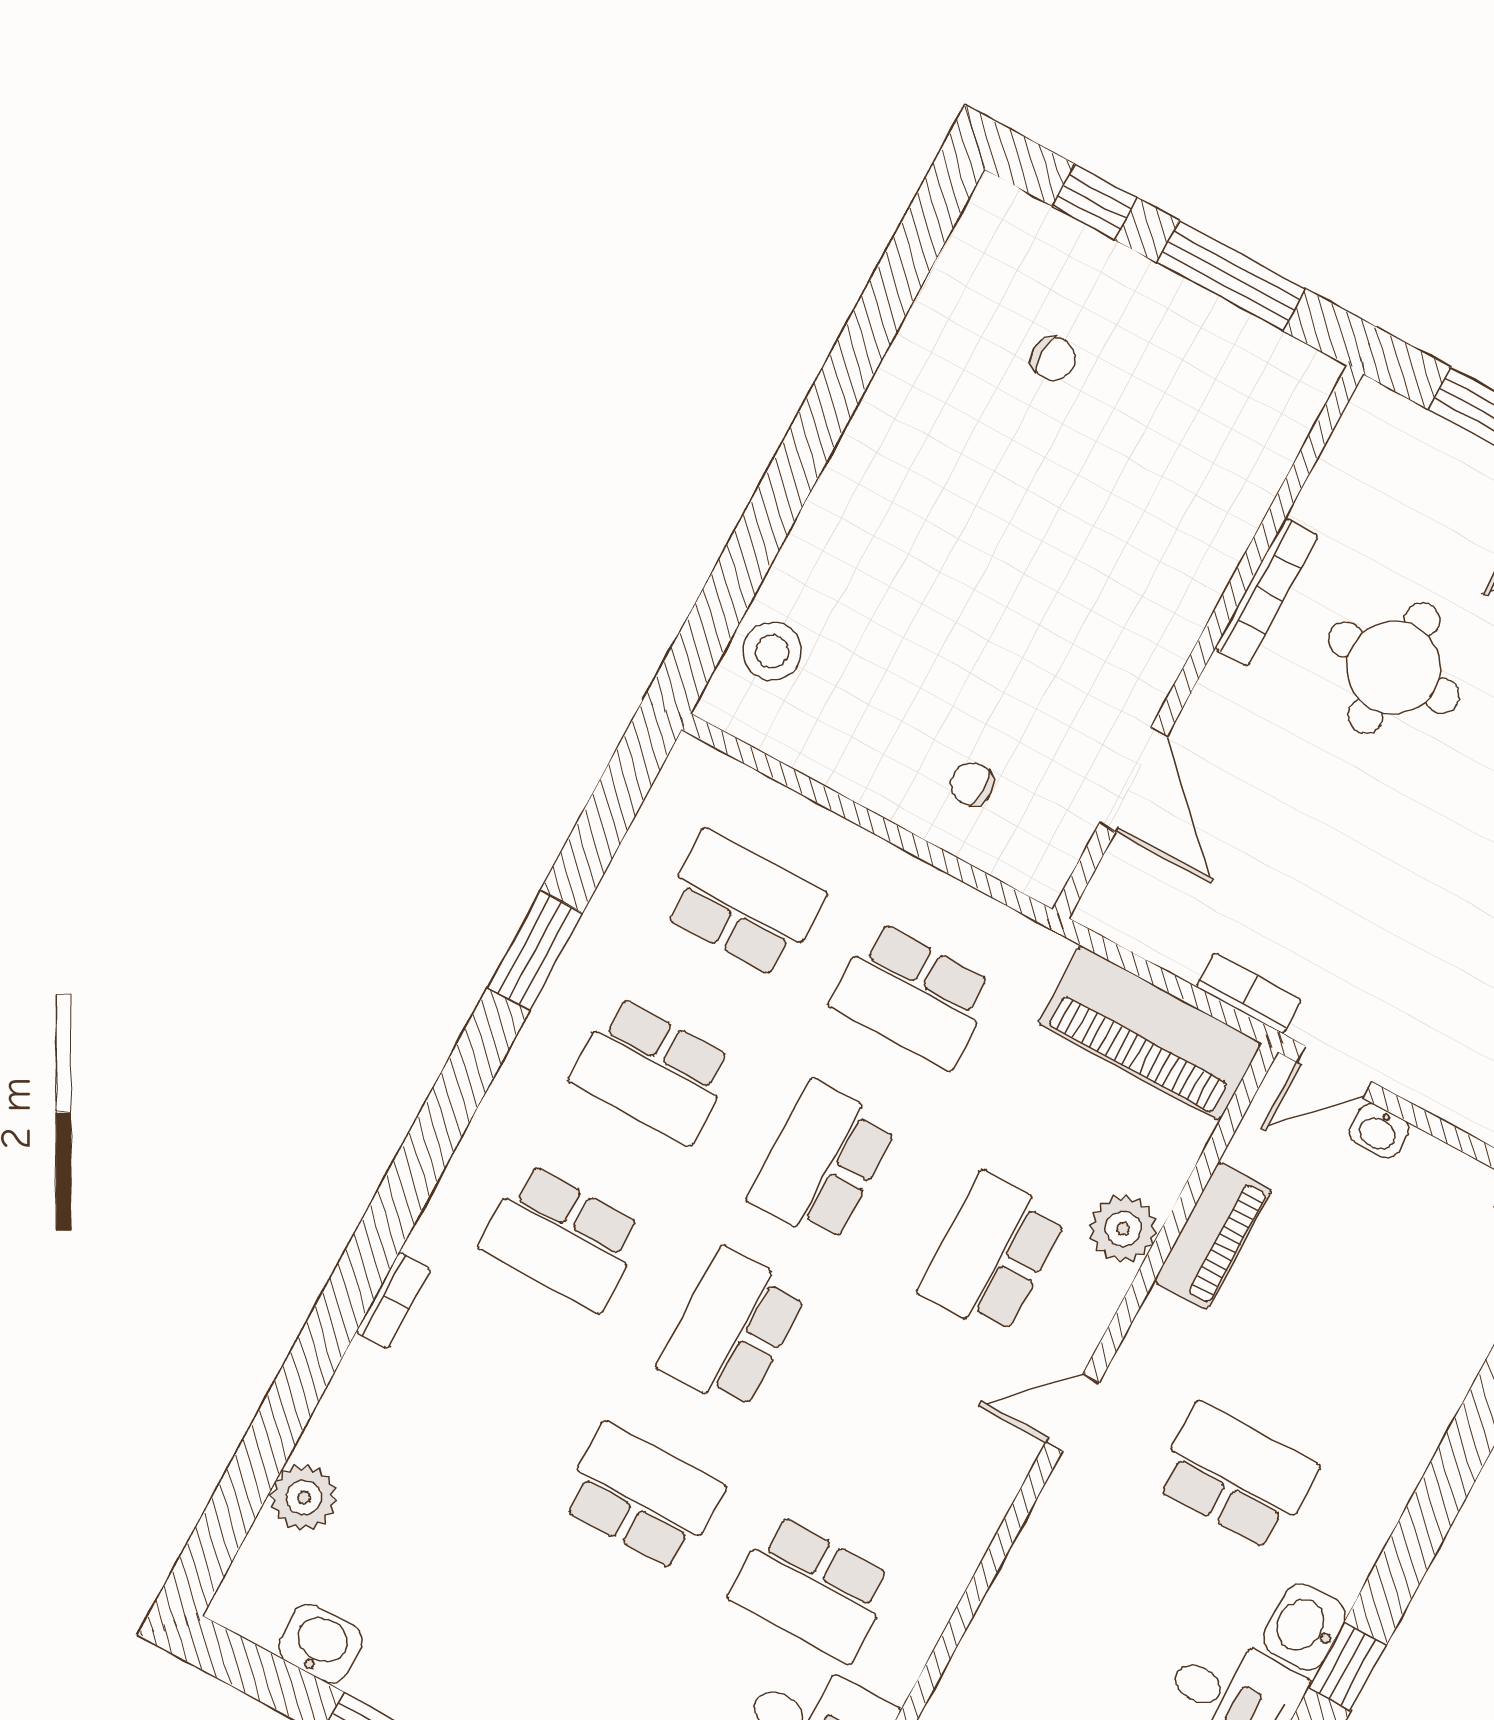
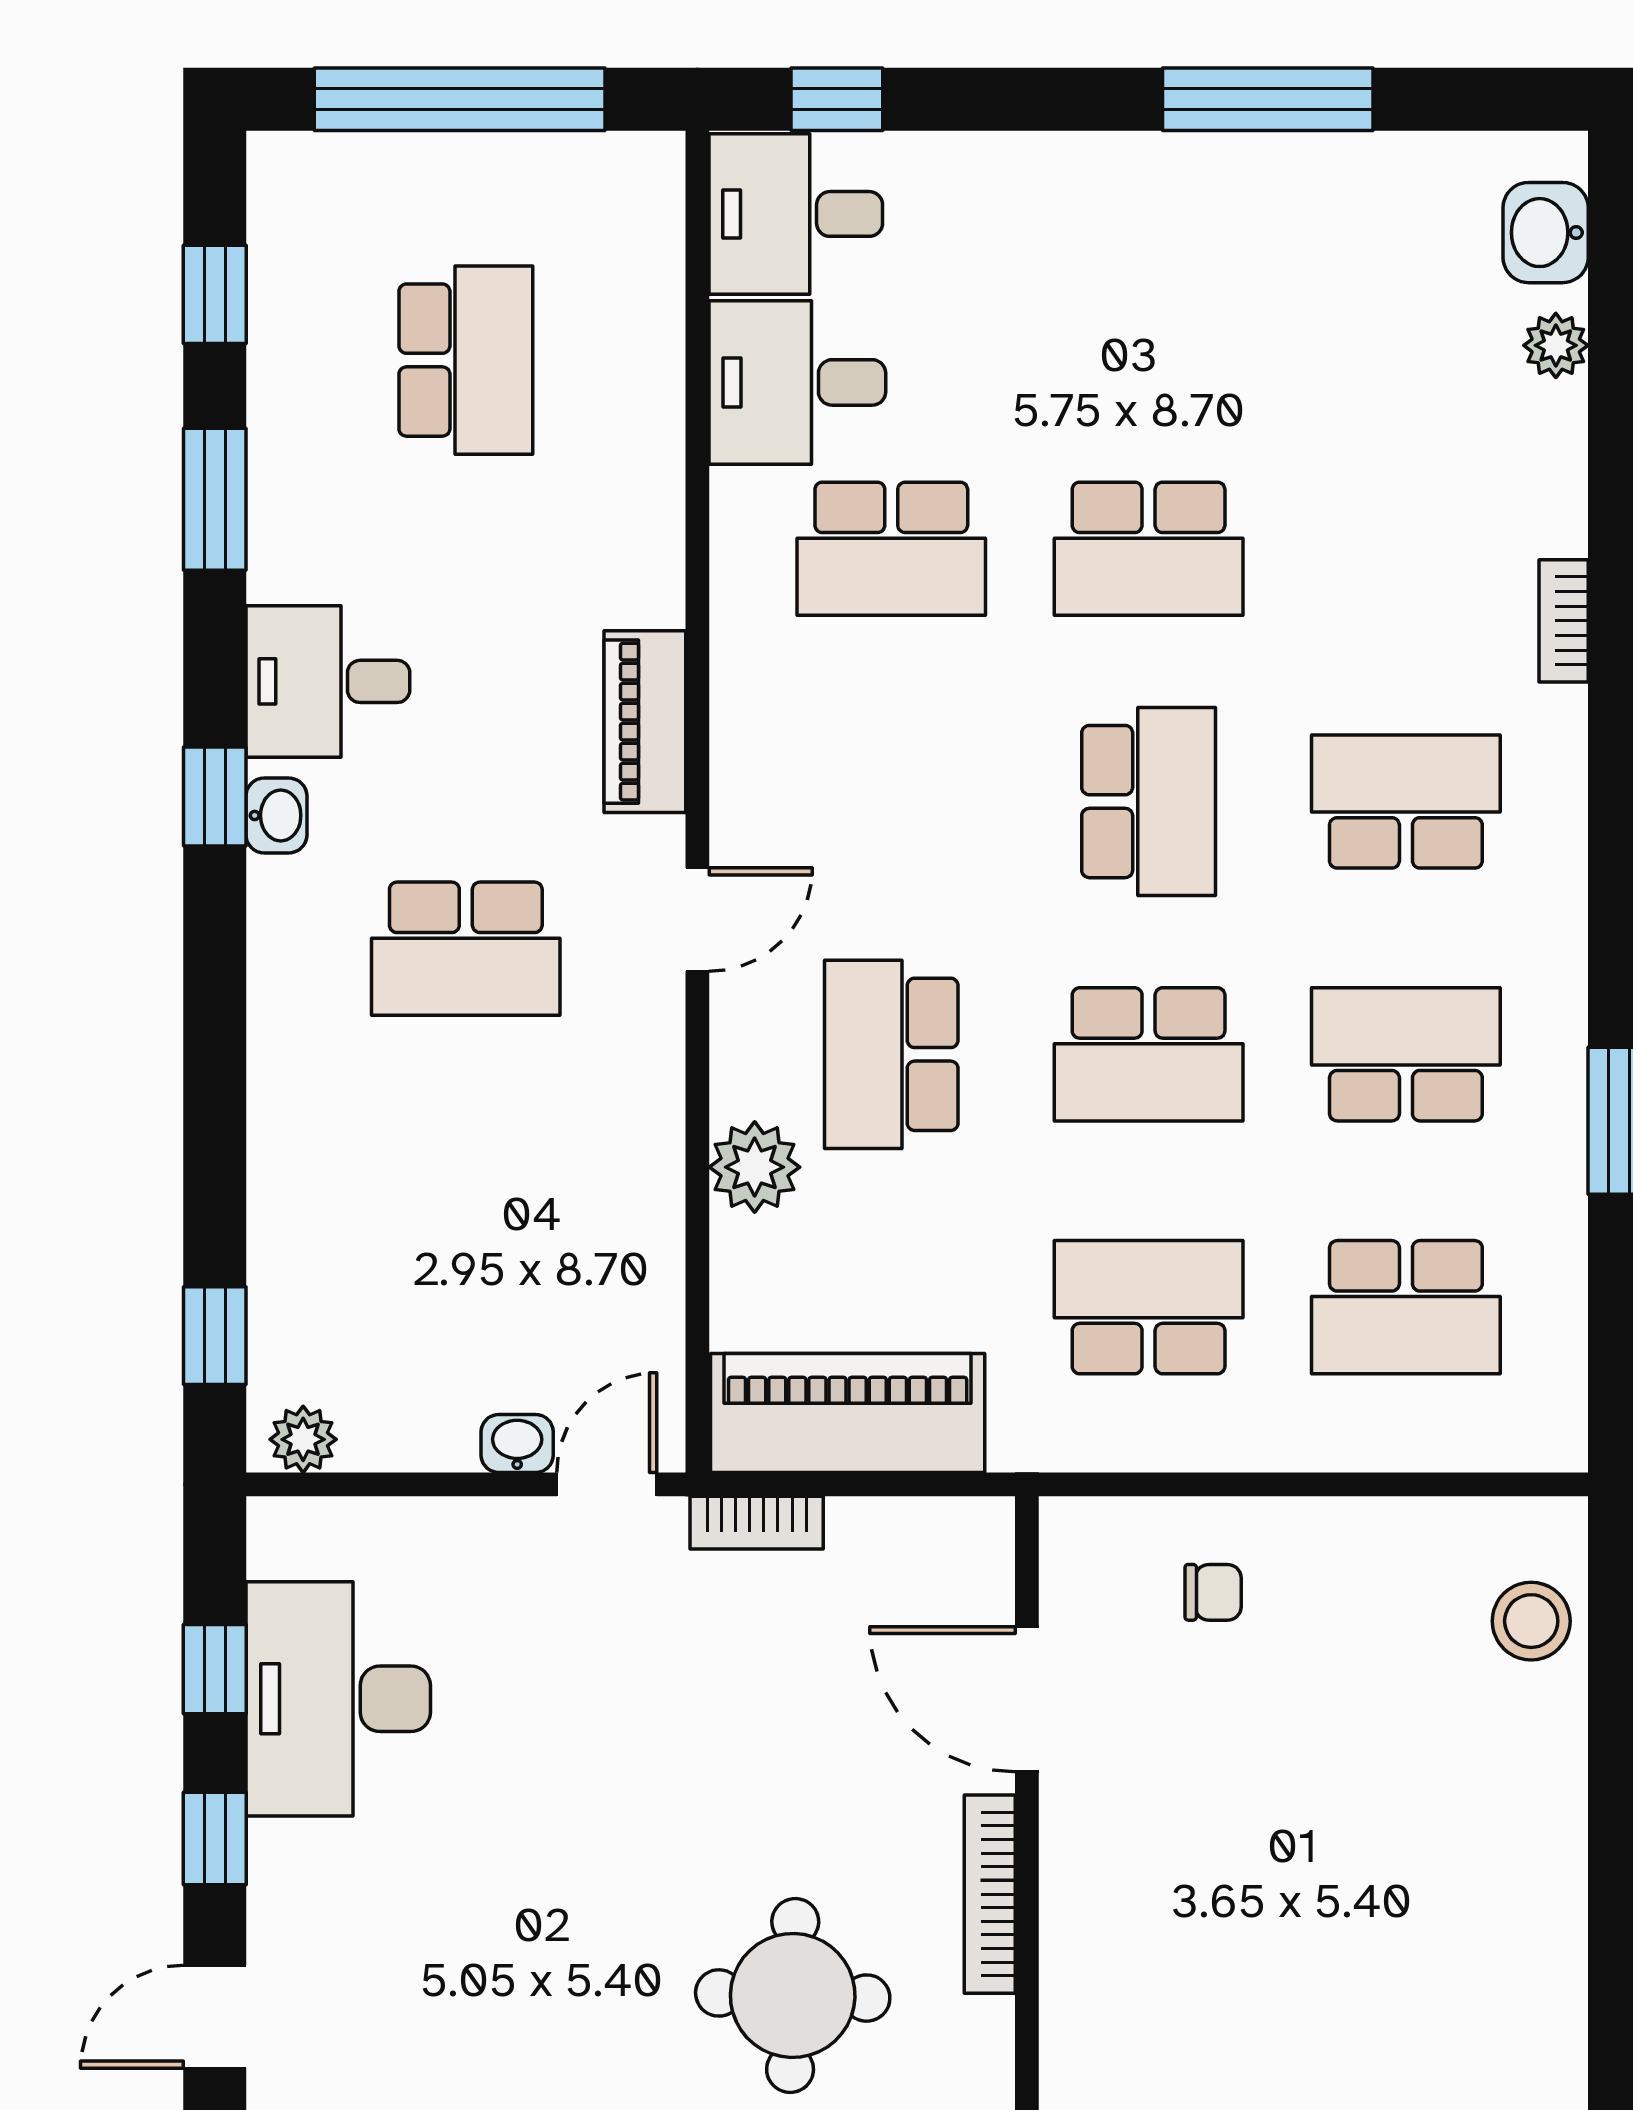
bookcase: (1266, 592) -> (990, 1894), moved
school desk: (822, 1162) -> (1149, 1054), turned 90
piano: (1213, 1236) -> (645, 722), moved
school desk: (992, 1254) -> (891, 1054), turned 180
plant: (304, 1498) -> (1556, 345), width x0.73, depth x0.73
school desk: (812, 1588) -> (891, 549), turned 180
washbasin: (1304, 1627) -> (276, 815), width x0.72, depth x0.69
washbasin: (320, 1644) -> (1546, 233), moved, turned 90

